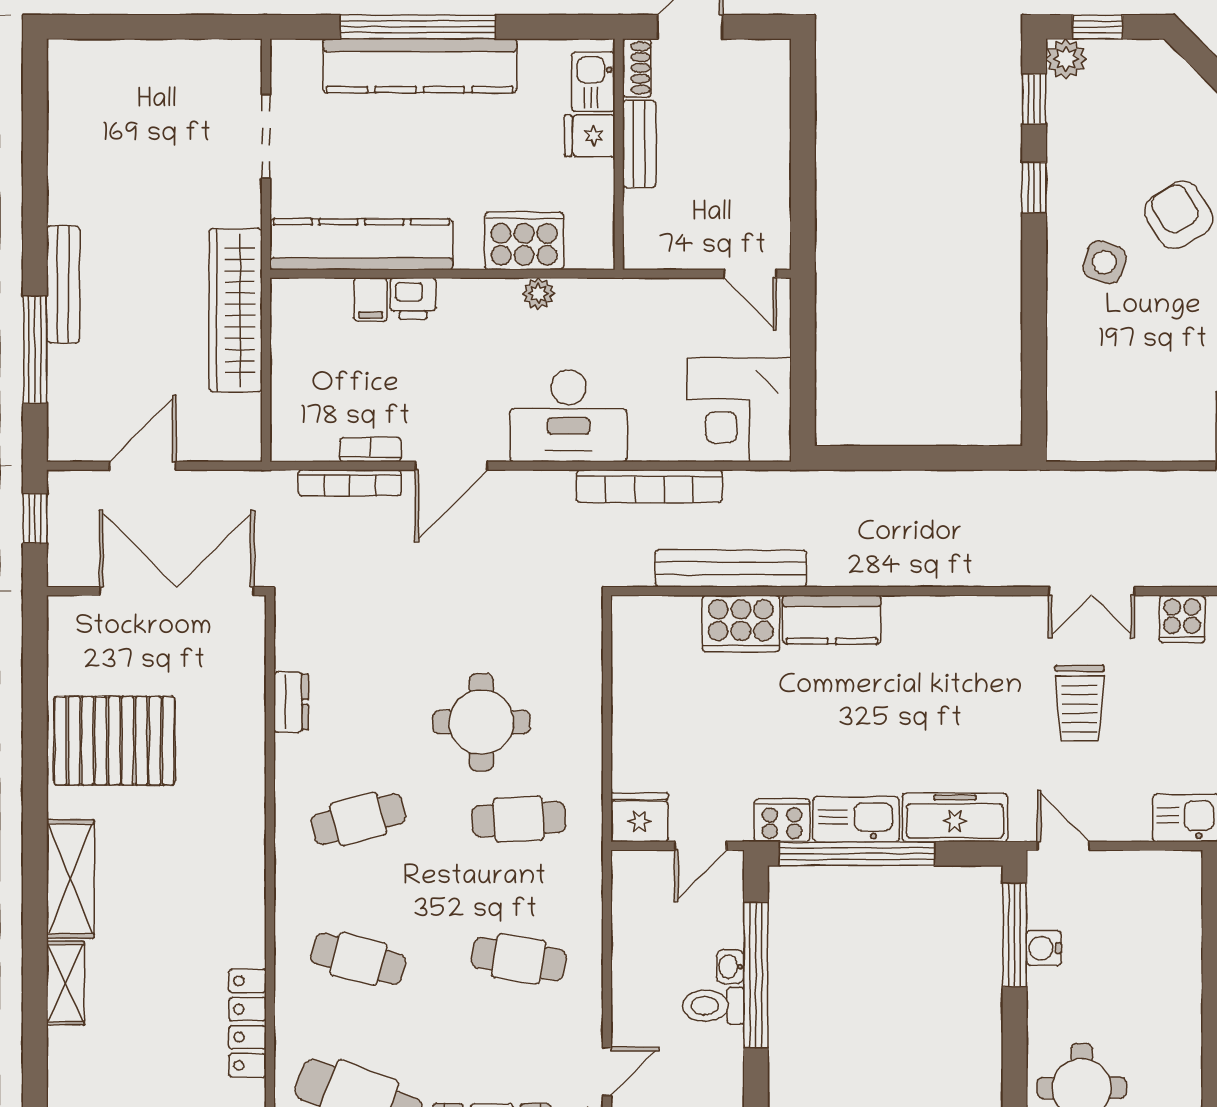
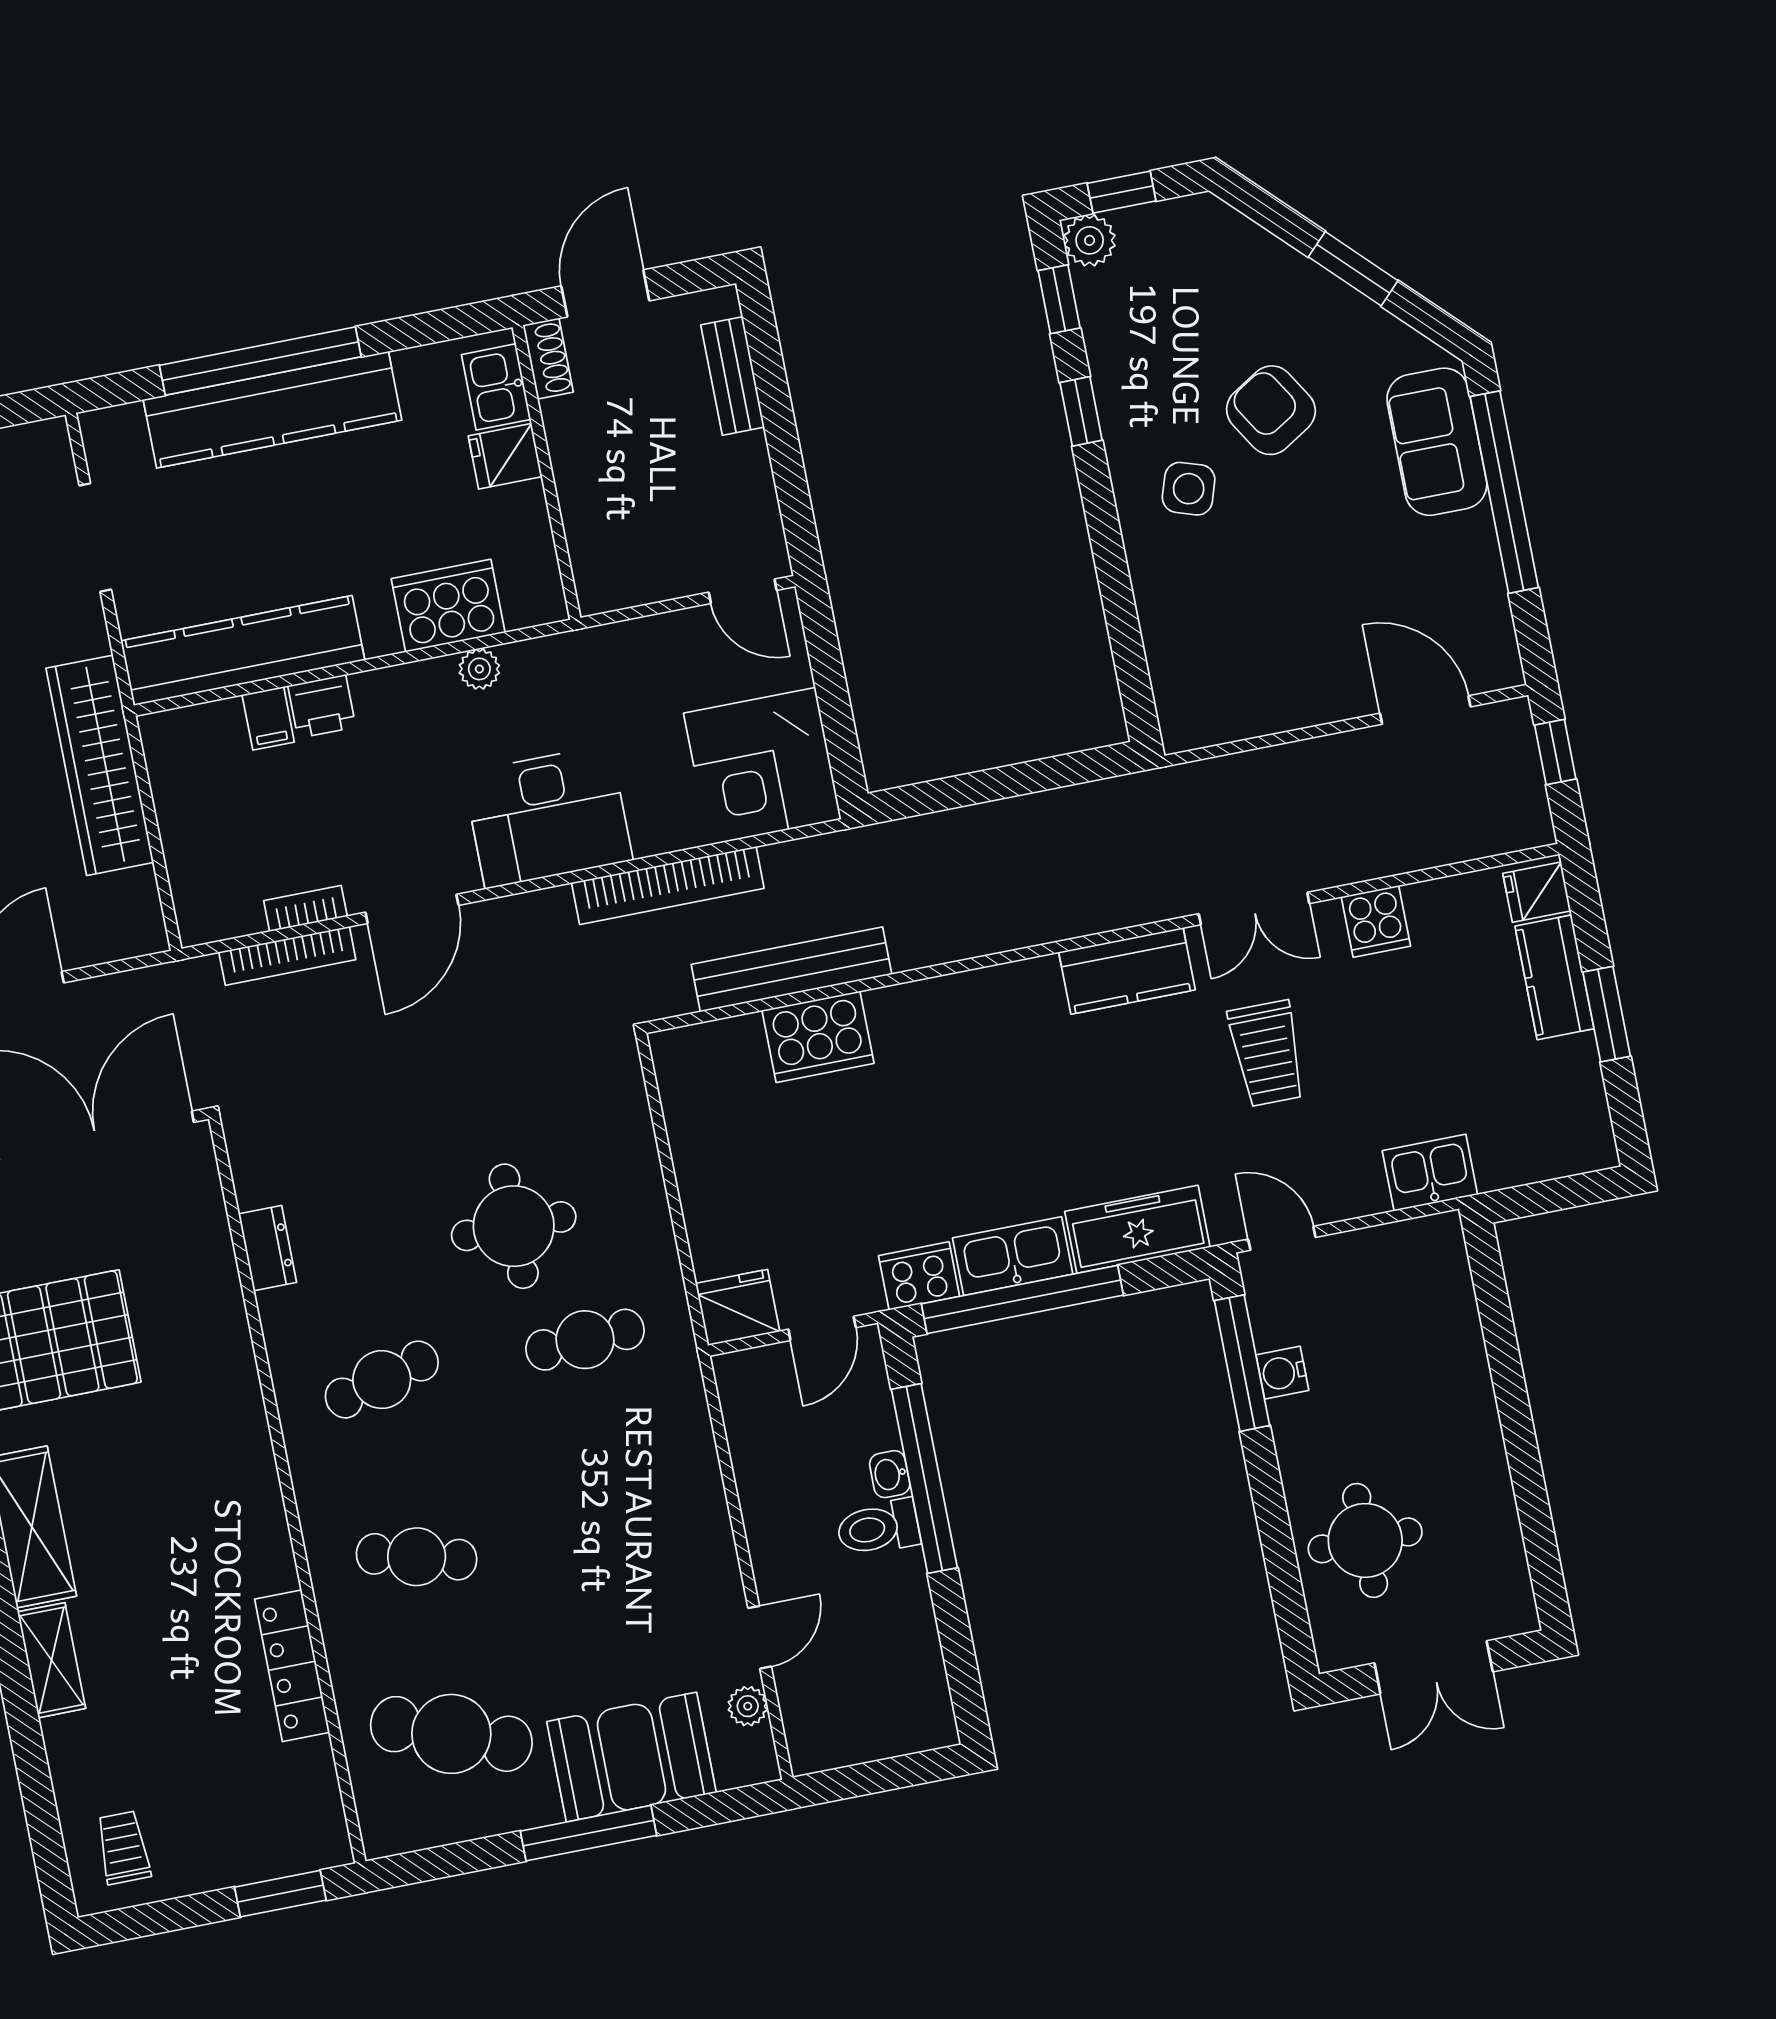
bench: (639, 144) -> (733, 376), moved
kitchen counter: (832, 620) -> (1127, 971), moved
cafe table: (519, 959) -> (620, 1517), removed

